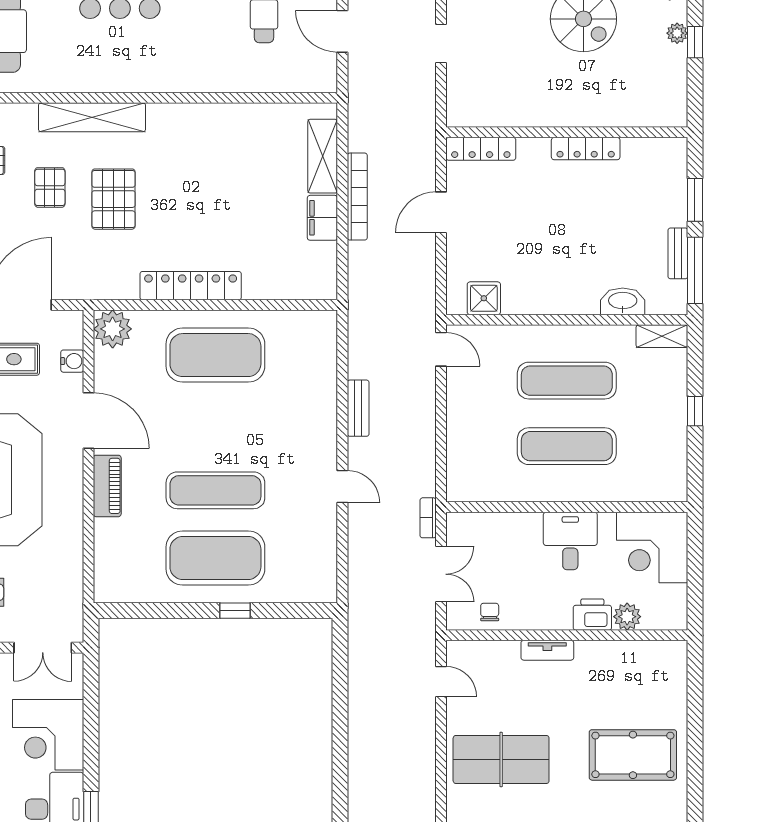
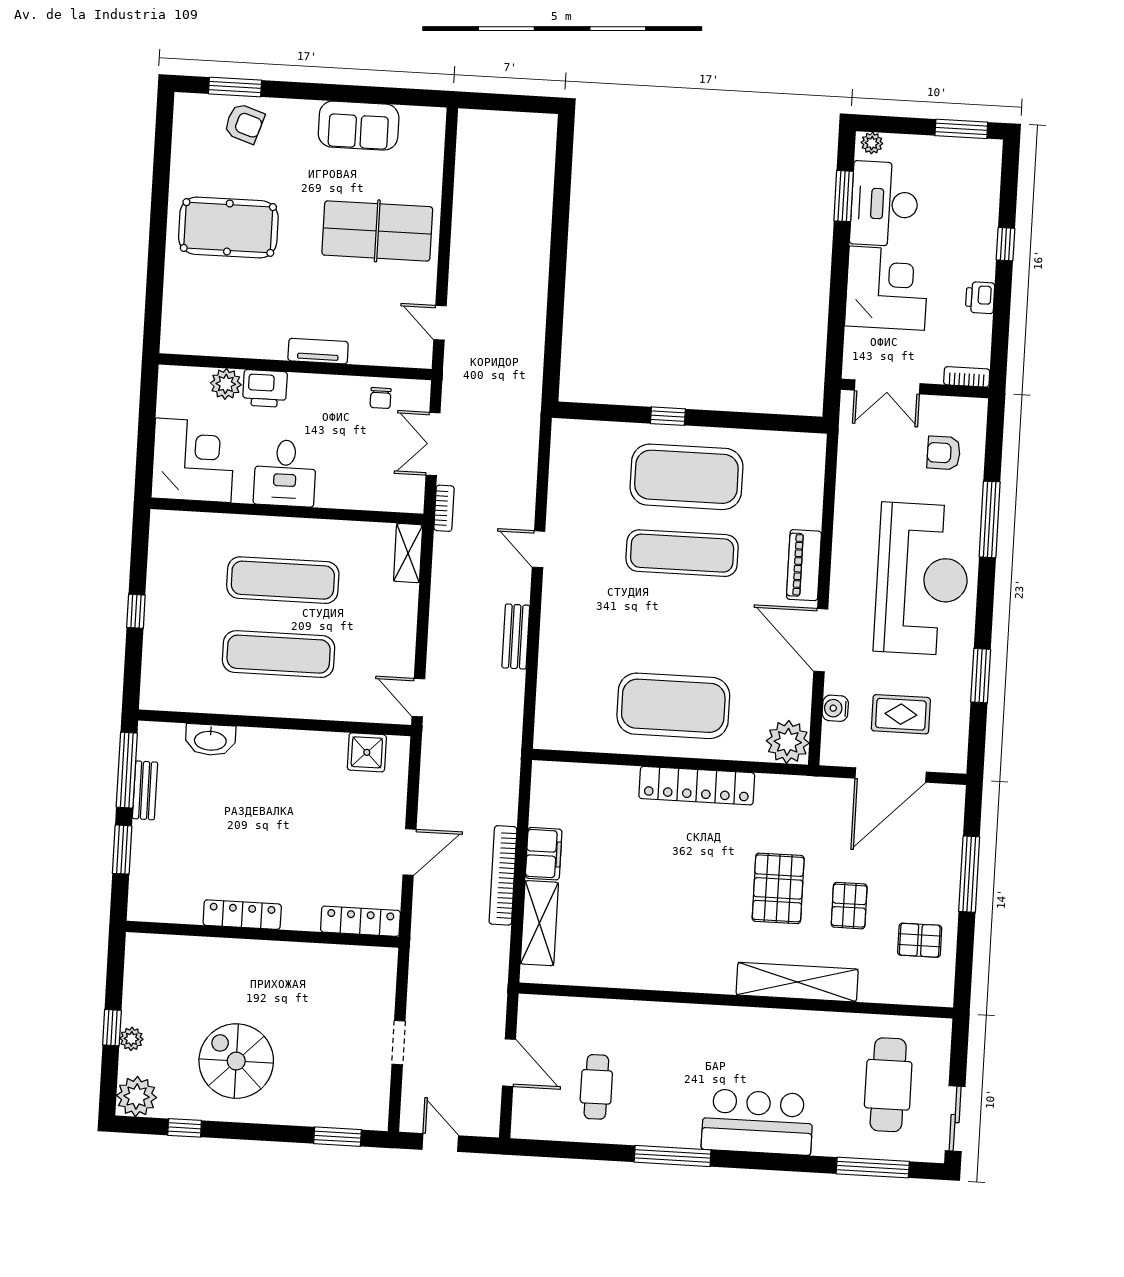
shelving: (662, 336) -> (408, 553), moved, turned 90
double door: (43, 648) -> (887, 387), swing flipped

